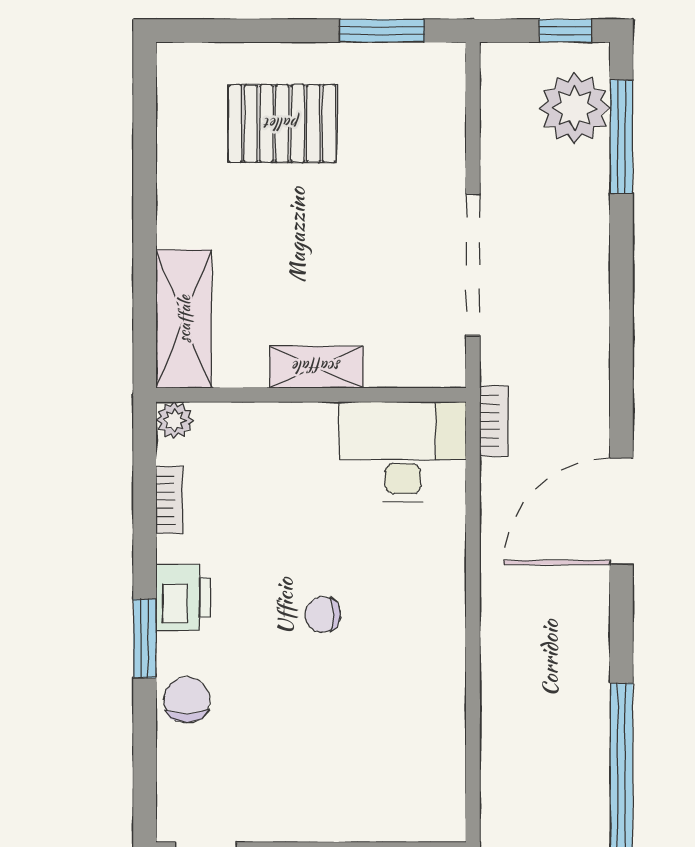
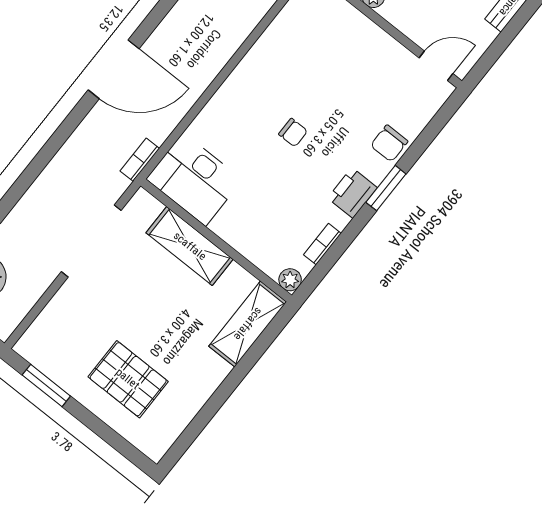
shelving: (317, 367) -> (190, 246), width x1.50, depth x1.33

